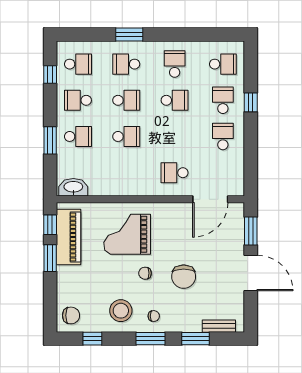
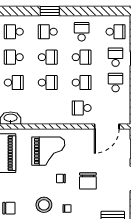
school desk: (78, 64) -> (14, 32), turned 180
school desk: (175, 136) -> (82, 83), added
grand piano: (127, 234) -> (48, 151), turned 180

